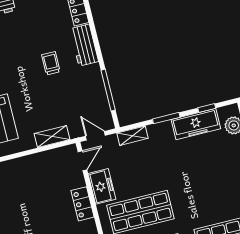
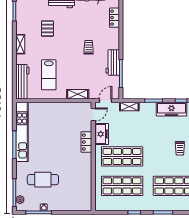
workbench: (84, 45) -> (113, 62), moved
door: (95, 136) -> (105, 101), hinge flipped
trolley: (222, 179) -> (180, 148), added

